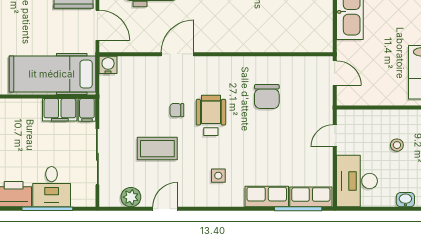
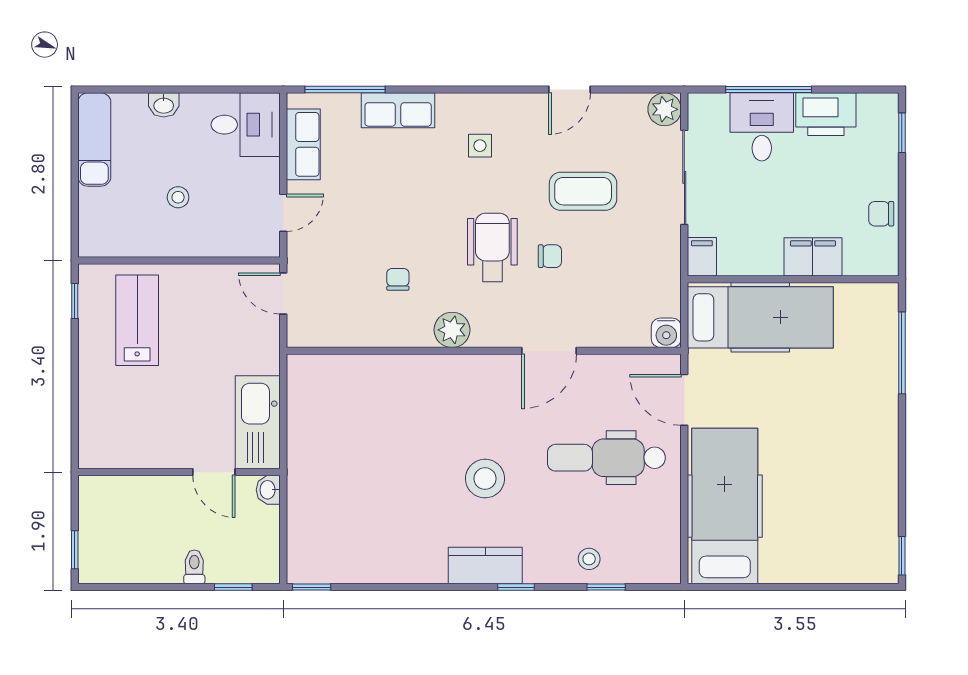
plant: (235, 67) -> (452, 330), added
door: (335, 73) -> (283, 294), moved
chair: (267, 96) -> (398, 279), width x0.54, depth x0.54
filing cabinet: (60, 110) -> (813, 257), moved
wheelchair: (211, 115) -> (492, 247), turned 180
desk: (357, 181) -> (246, 125), width x0.73
plant: (131, 197) -> (665, 109), moved
row of seats: (311, 197) -> (303, 144), moved, turned -90

